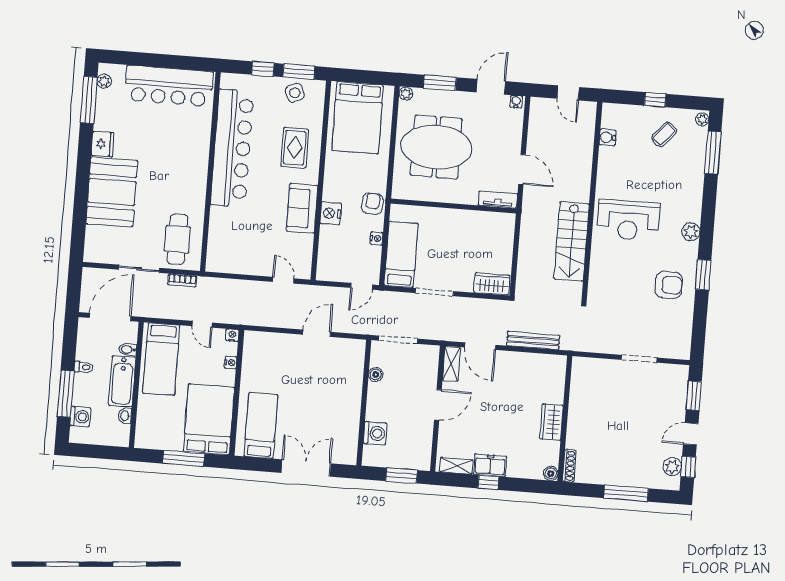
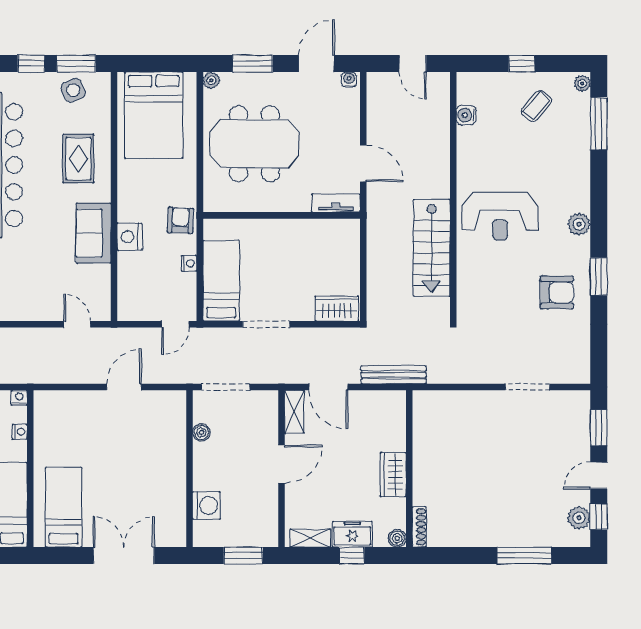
wall: (565, 419) -> (409, 469), moved
wardrobe: (552, 422) -> (393, 475), moved
shoe rack: (569, 466) -> (419, 527), moved
boiler: (551, 473) -> (397, 538), moved

